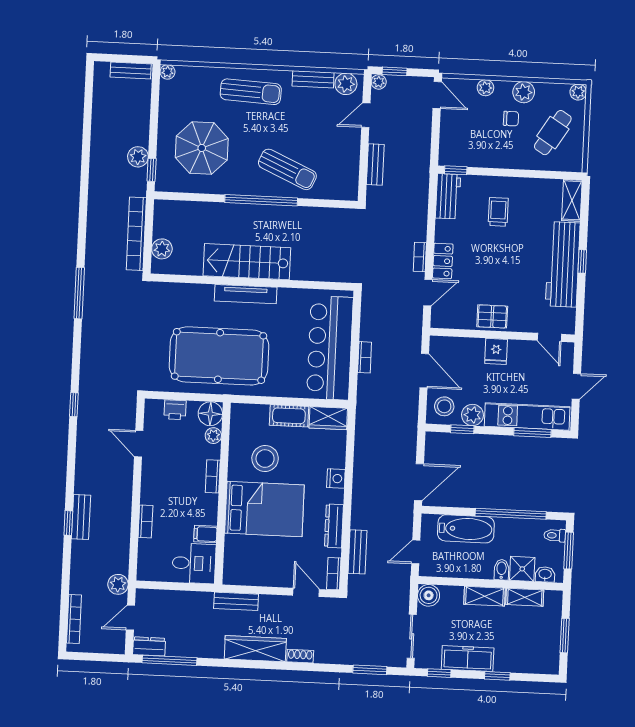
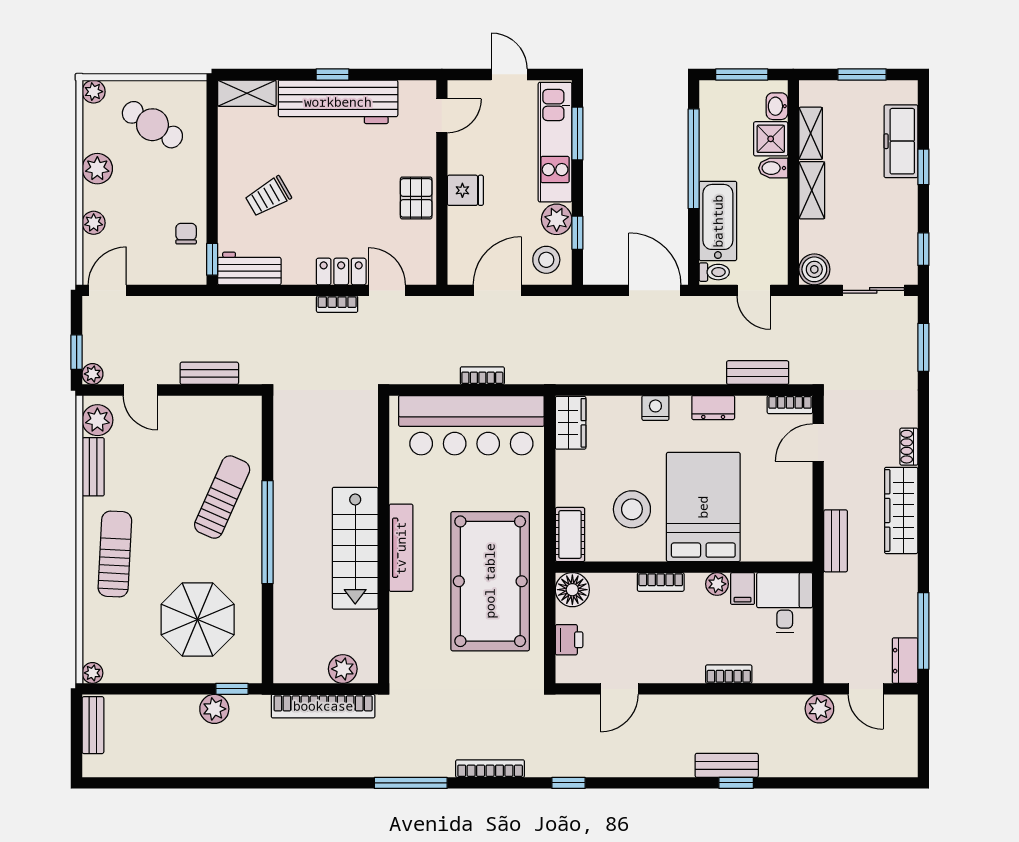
chair: (511, 119) -> (186, 234), moved
trolley: (498, 212) -> (268, 197), turned -30
cot: (289, 416) -> (570, 534), moved
plant: (213, 436) -> (717, 584), moved
dresser: (334, 526) -> (713, 408), width x0.70
toilet: (555, 535) -> (714, 272), moved, turned -90
bookcase: (74, 619) -> (490, 769), moved
freezer: (468, 659) -> (901, 141), moved

